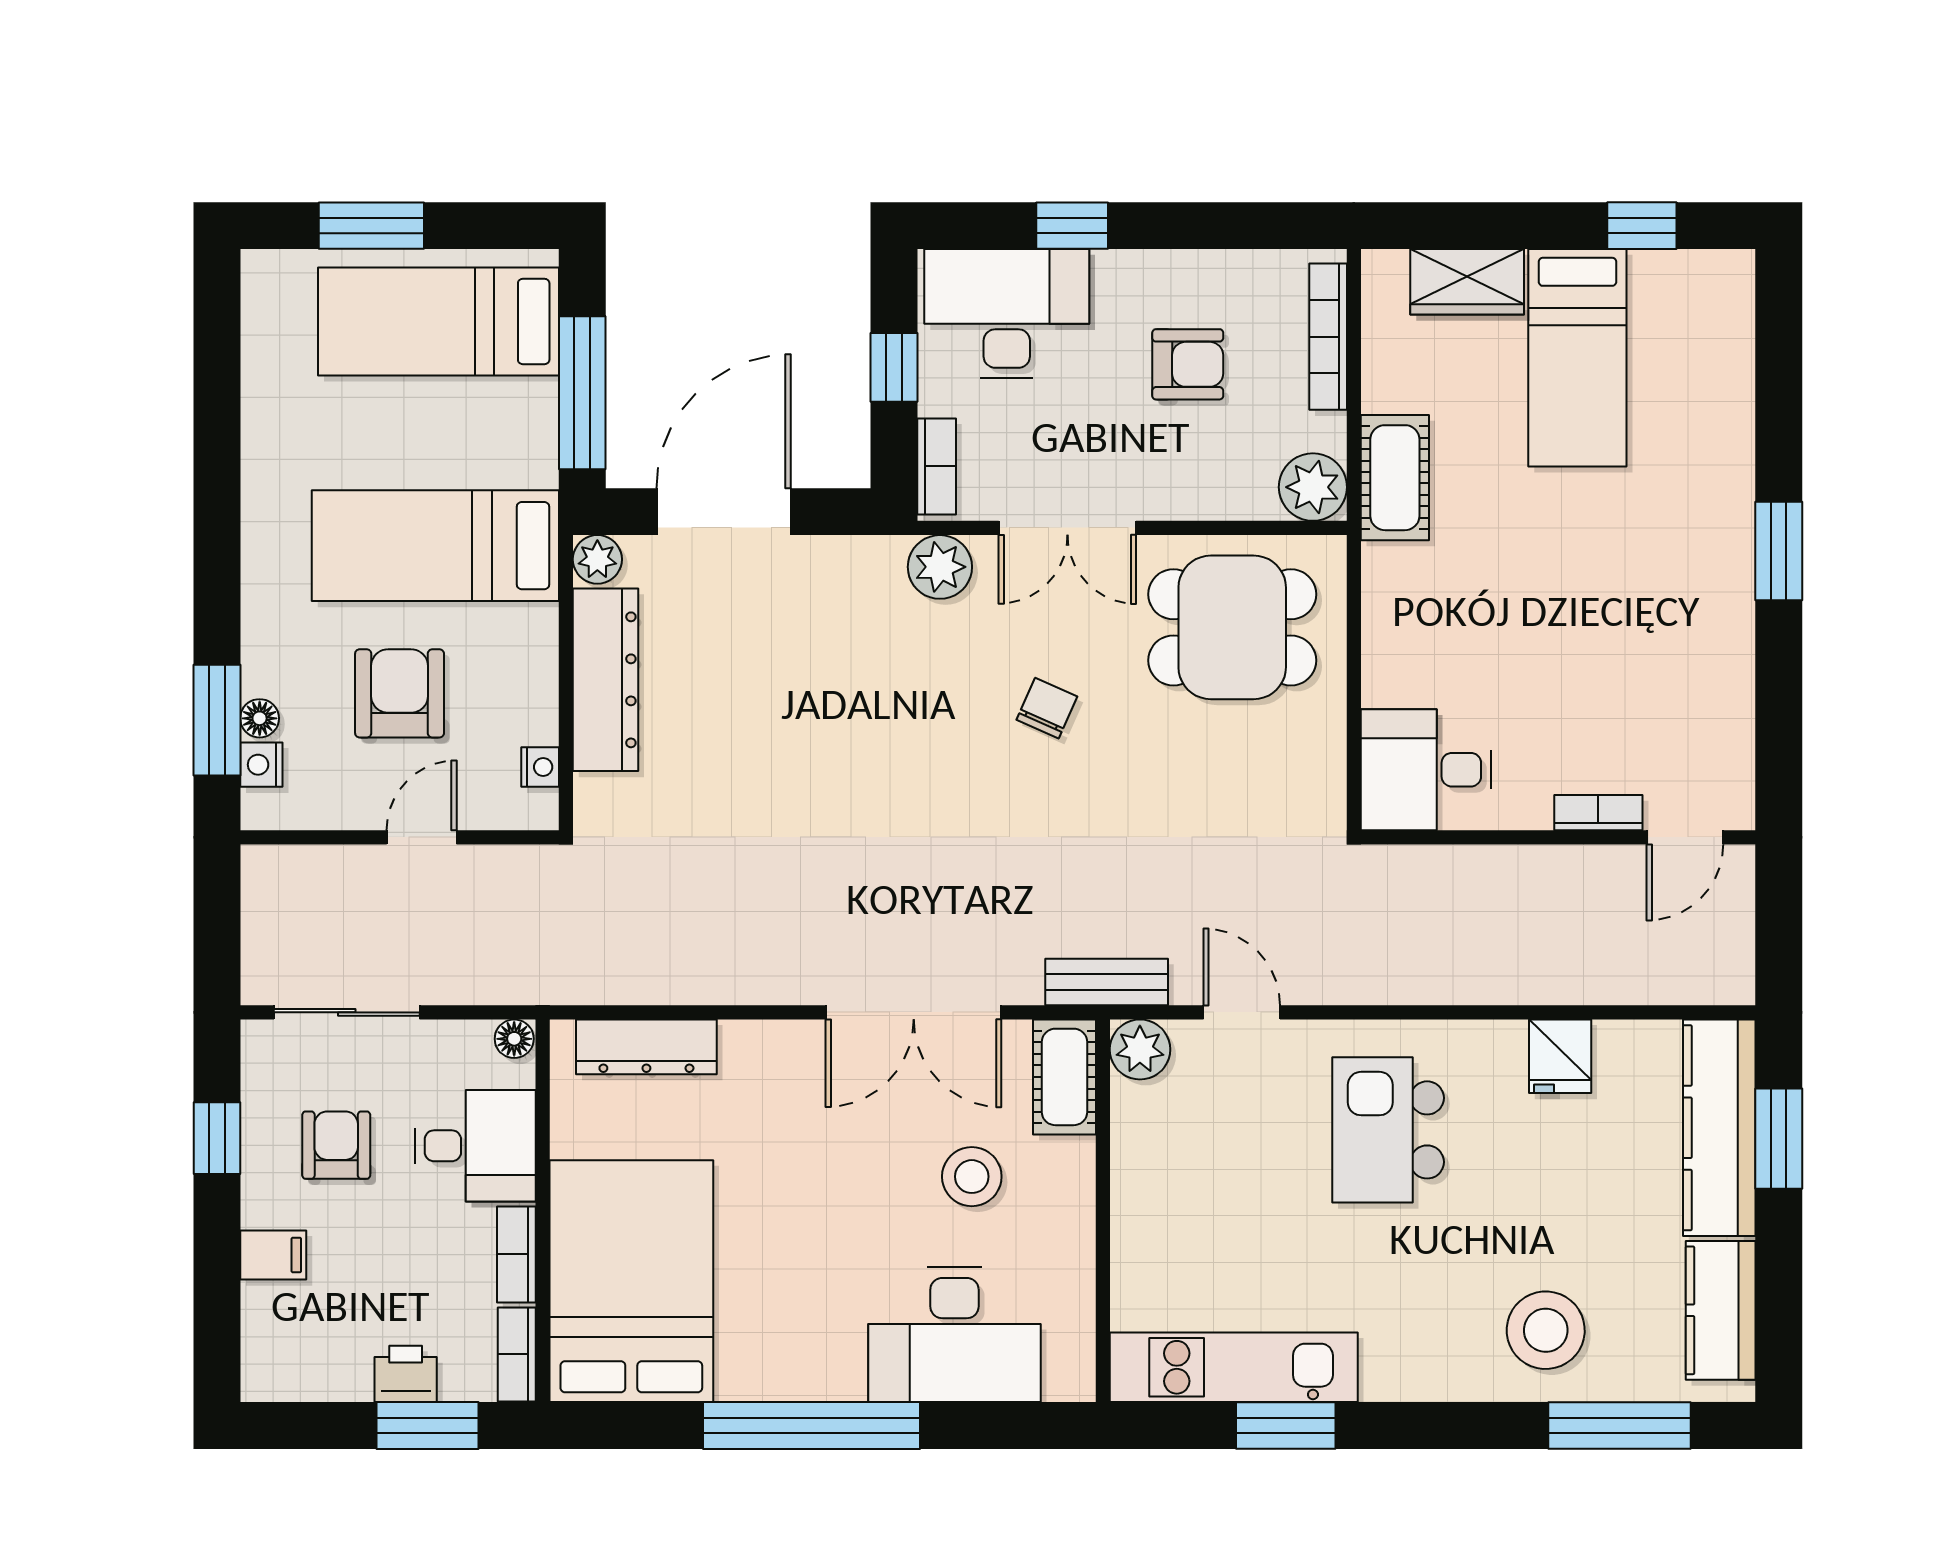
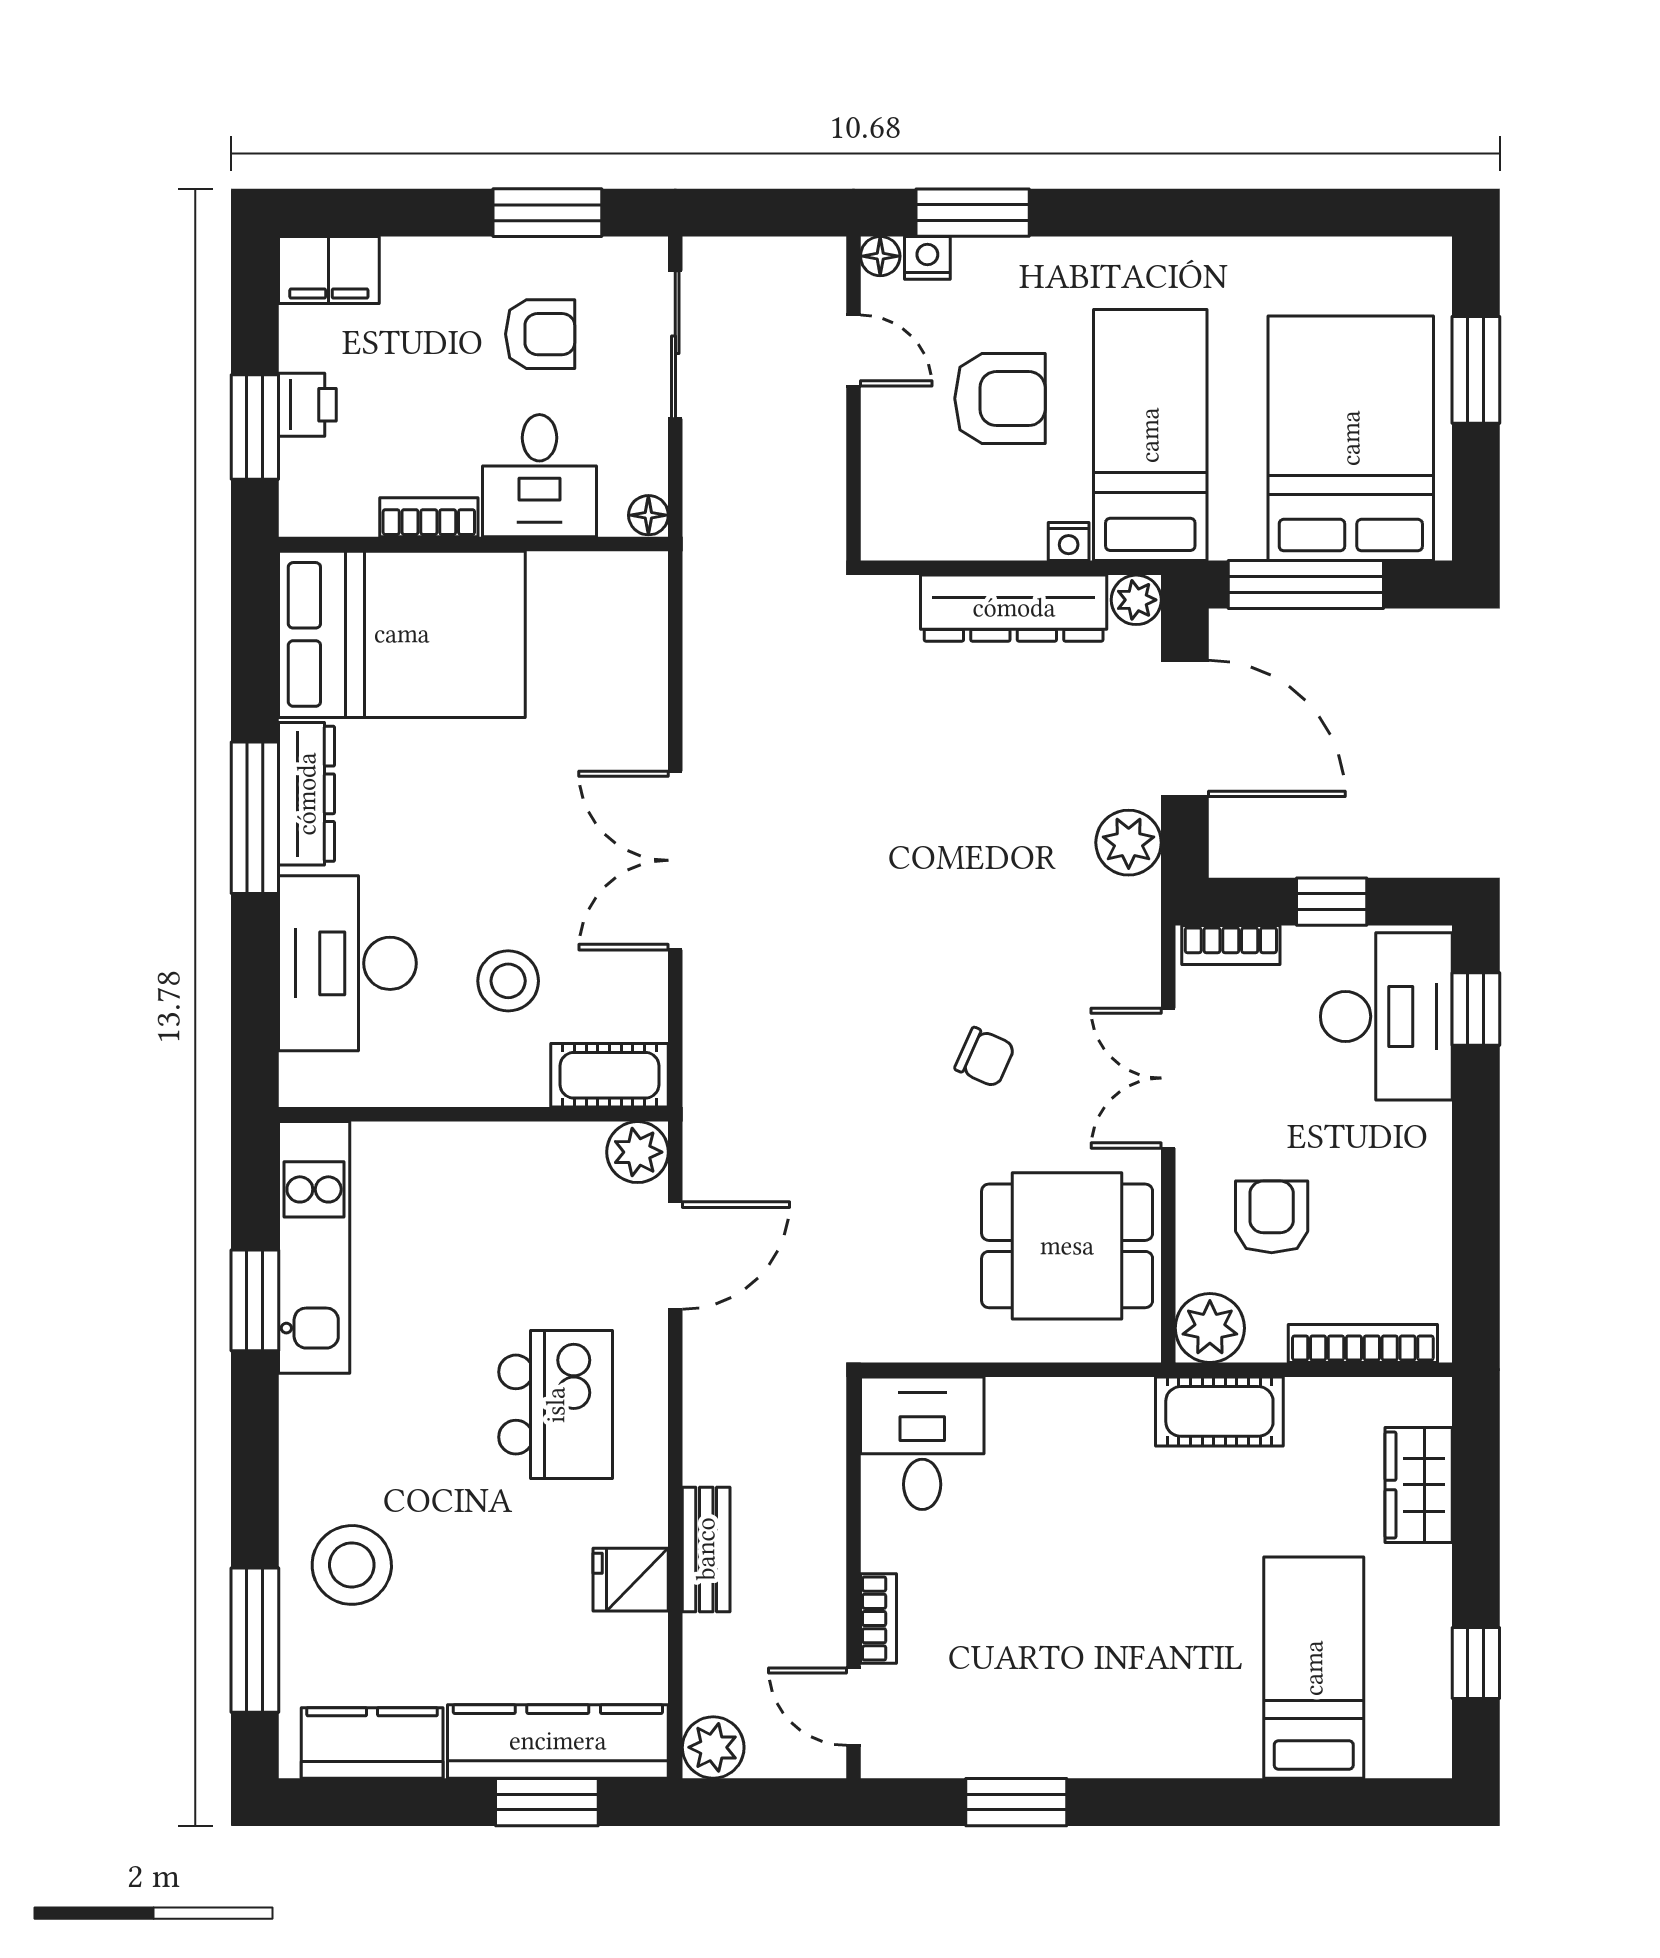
window: (1072, 226) -> (1476, 1009), moved
bed: (439, 321) -> (1351, 438), width x1.50
bed: (1577, 358) -> (1314, 1668), moved, turned 90
armchair: (1188, 364) -> (1272, 1217), moved, turned 180
window: (1779, 551) -> (1016, 1802), moved
plant: (940, 567) -> (1129, 843), moved
dining table: (1232, 627) -> (1067, 1246), turned 90
floor lamp: (260, 718) -> (880, 256), moved
nightstand: (540, 767) -> (1069, 542), moved
door: (422, 837) -> (853, 350), moved
plant: (1725, 975) -> (713, 1747), added
bench: (1107, 982) -> (706, 1549), moved
double door: (914, 1012) -> (675, 860), moved
door: (1242, 1012) -> (675, 1256), width x1.37
dresser: (646, 1047) -> (307, 794), moved, turned 180
kitchen island: (1388, 1130) -> (556, 1405), turned 90
window: (217, 1138) -> (547, 213), width x1.50
filing cabinet: (273, 1255) -> (329, 270), moved, width x2.00
bookcase: (517, 1354) -> (327, 518), removed
window: (812, 1426) -> (255, 818), width x0.68

